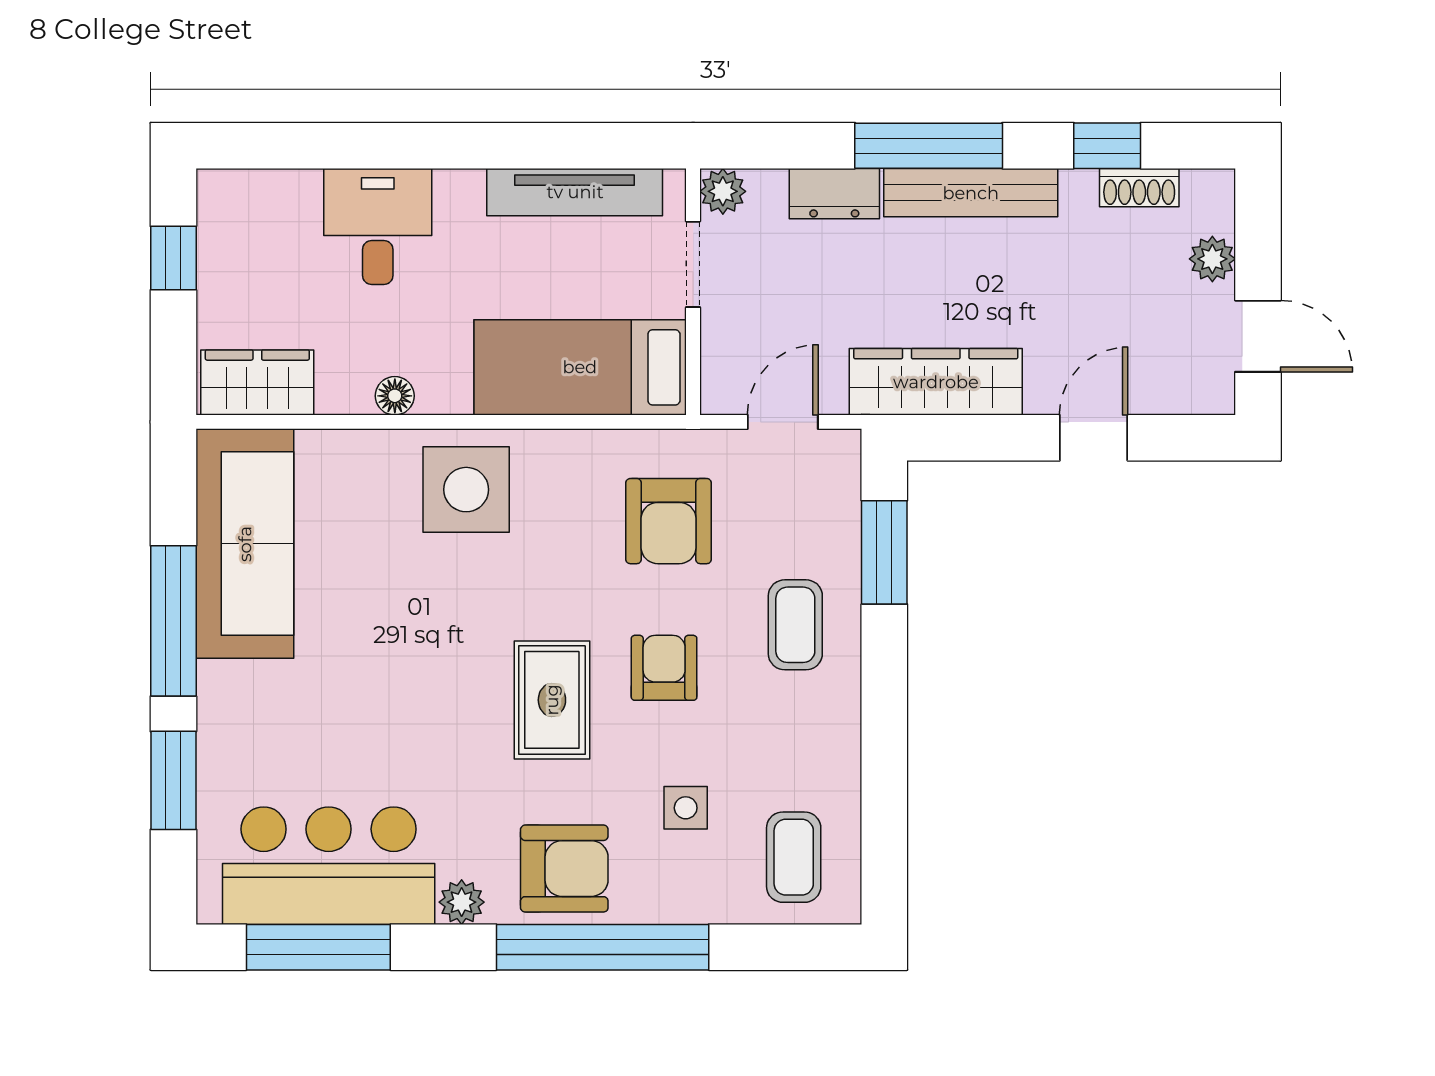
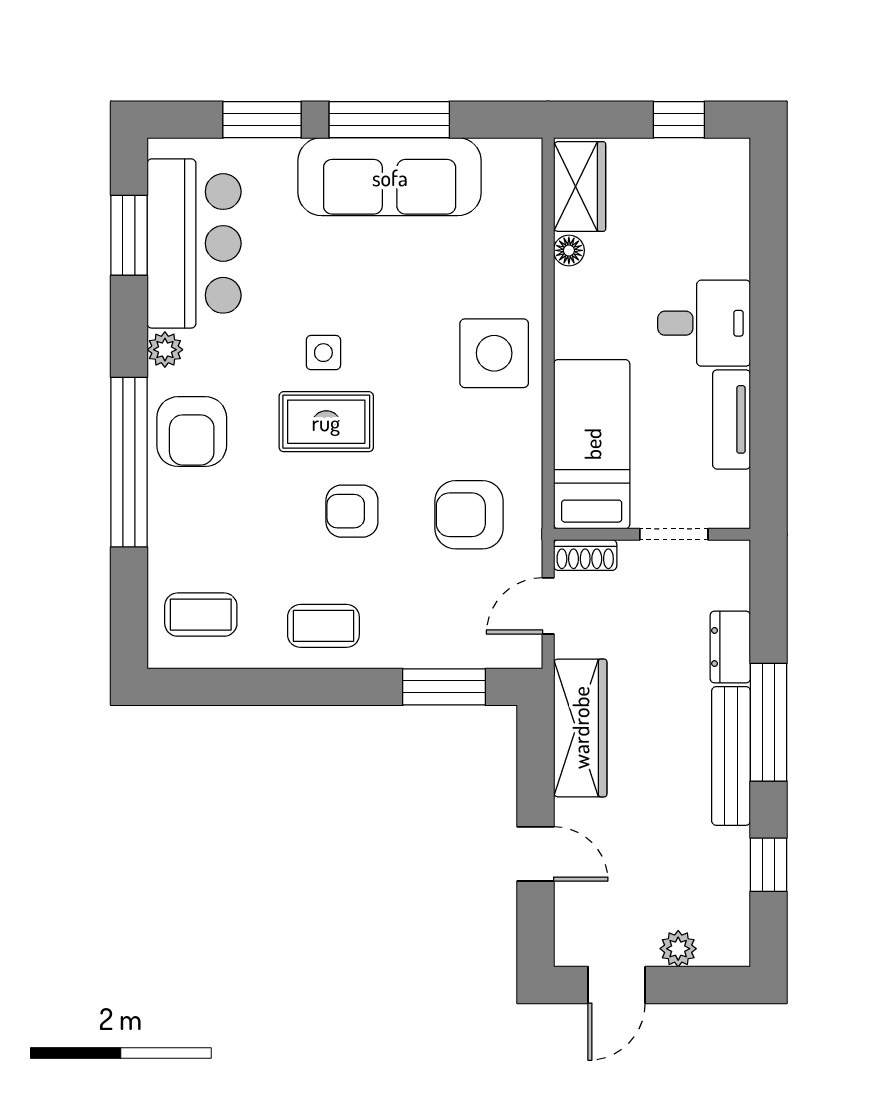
shoe rack: (1139, 188) -> (585, 555), moved, turned -90
plant: (723, 191) -> (732, 558), removed
tv unit: (575, 192) -> (732, 419), width x0.71
desk: (378, 226) -> (704, 323), moved
floor lamp: (395, 396) -> (569, 250), moved
door: (783, 422) -> (548, 606), swing flipped
sofa: (245, 544) -> (390, 177), moved
coffee table: (795, 625) -> (323, 626), moved
armchair: (664, 668) -> (352, 511), turned 180
side table: (686, 808) -> (323, 353), moved
window: (318, 947) -> (129, 235), width x0.69

